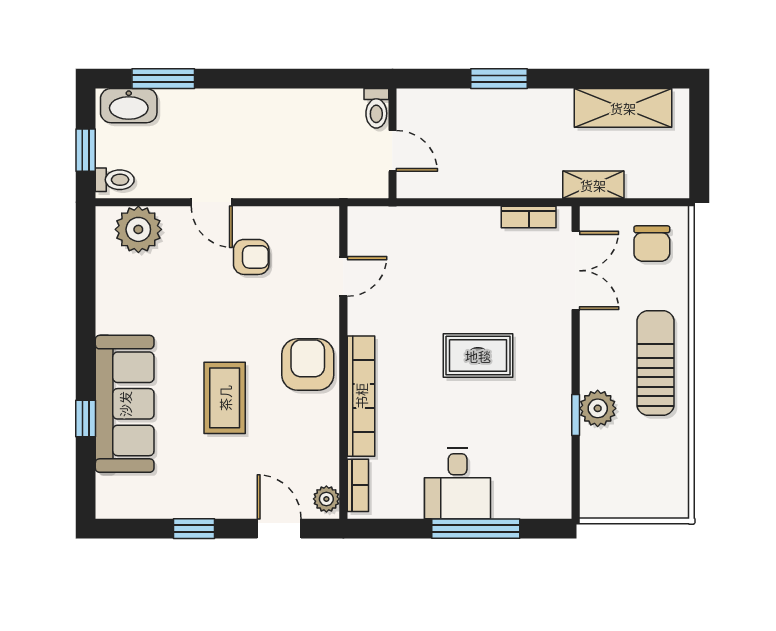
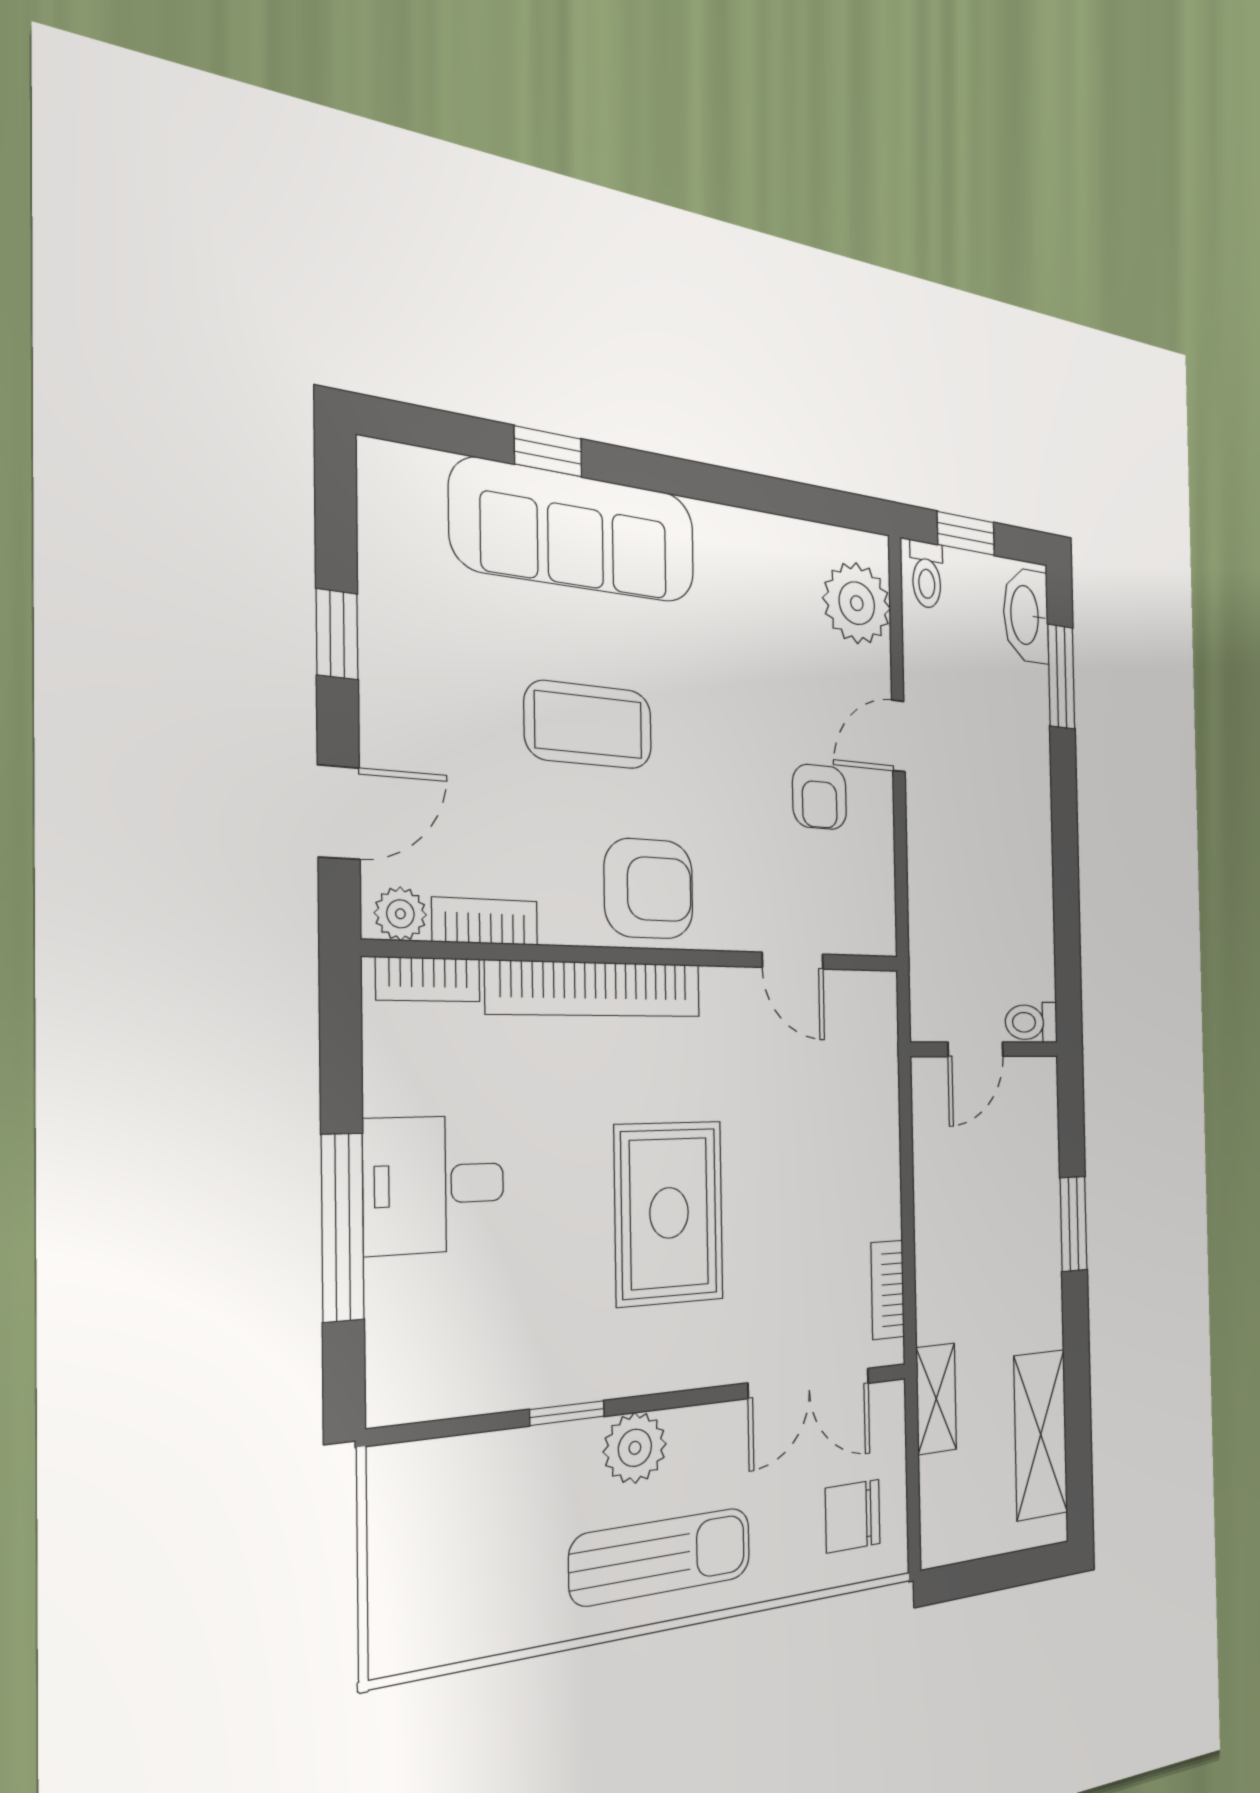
rug: (478, 356) -> (669, 1213), width x1.36, depth x1.43
plant: (598, 408) -> (635, 1448), moved
bookcase: (328, 456) -> (485, 921), added

